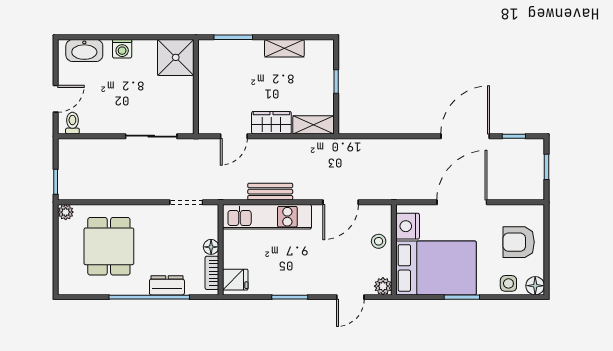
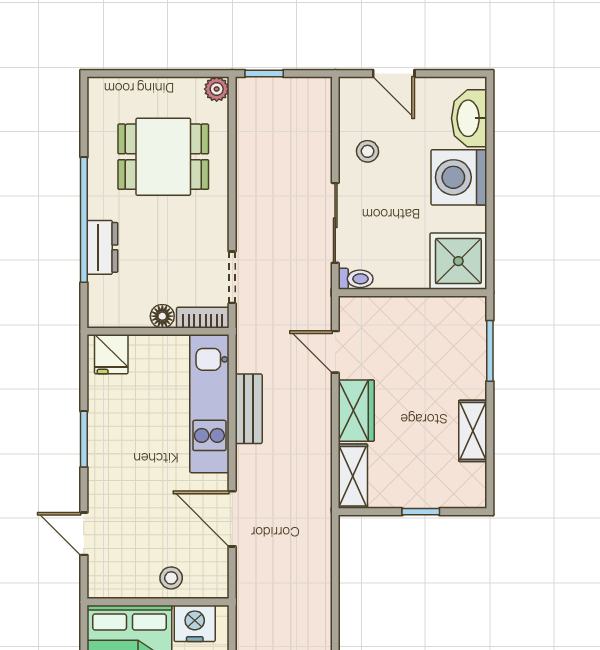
washing machine: (122, 49) -> (459, 177), width x1.89, depth x1.89
stool: (105, 116) -> (368, 151), added
toilet: (72, 123) -> (356, 279), moved
bookcase: (212, 273) -> (203, 318), moved
plant: (383, 286) -> (101, 585), removed

